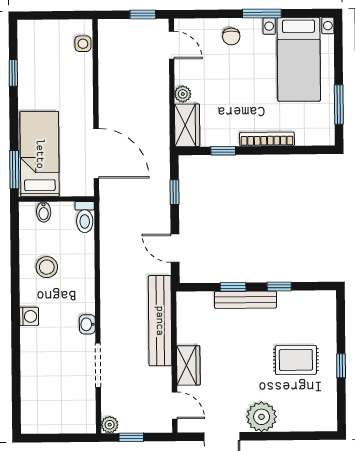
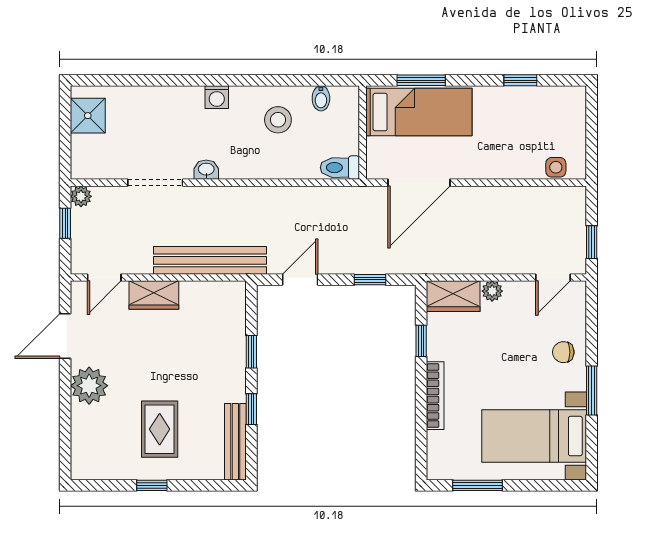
window: (14, 170) -> (421, 80), moved
bidet: (44, 212) -> (321, 98), moved, turned -90
bench: (245, 300) -> (235, 442), moved
shower: (45, 420) -> (88, 116), added

